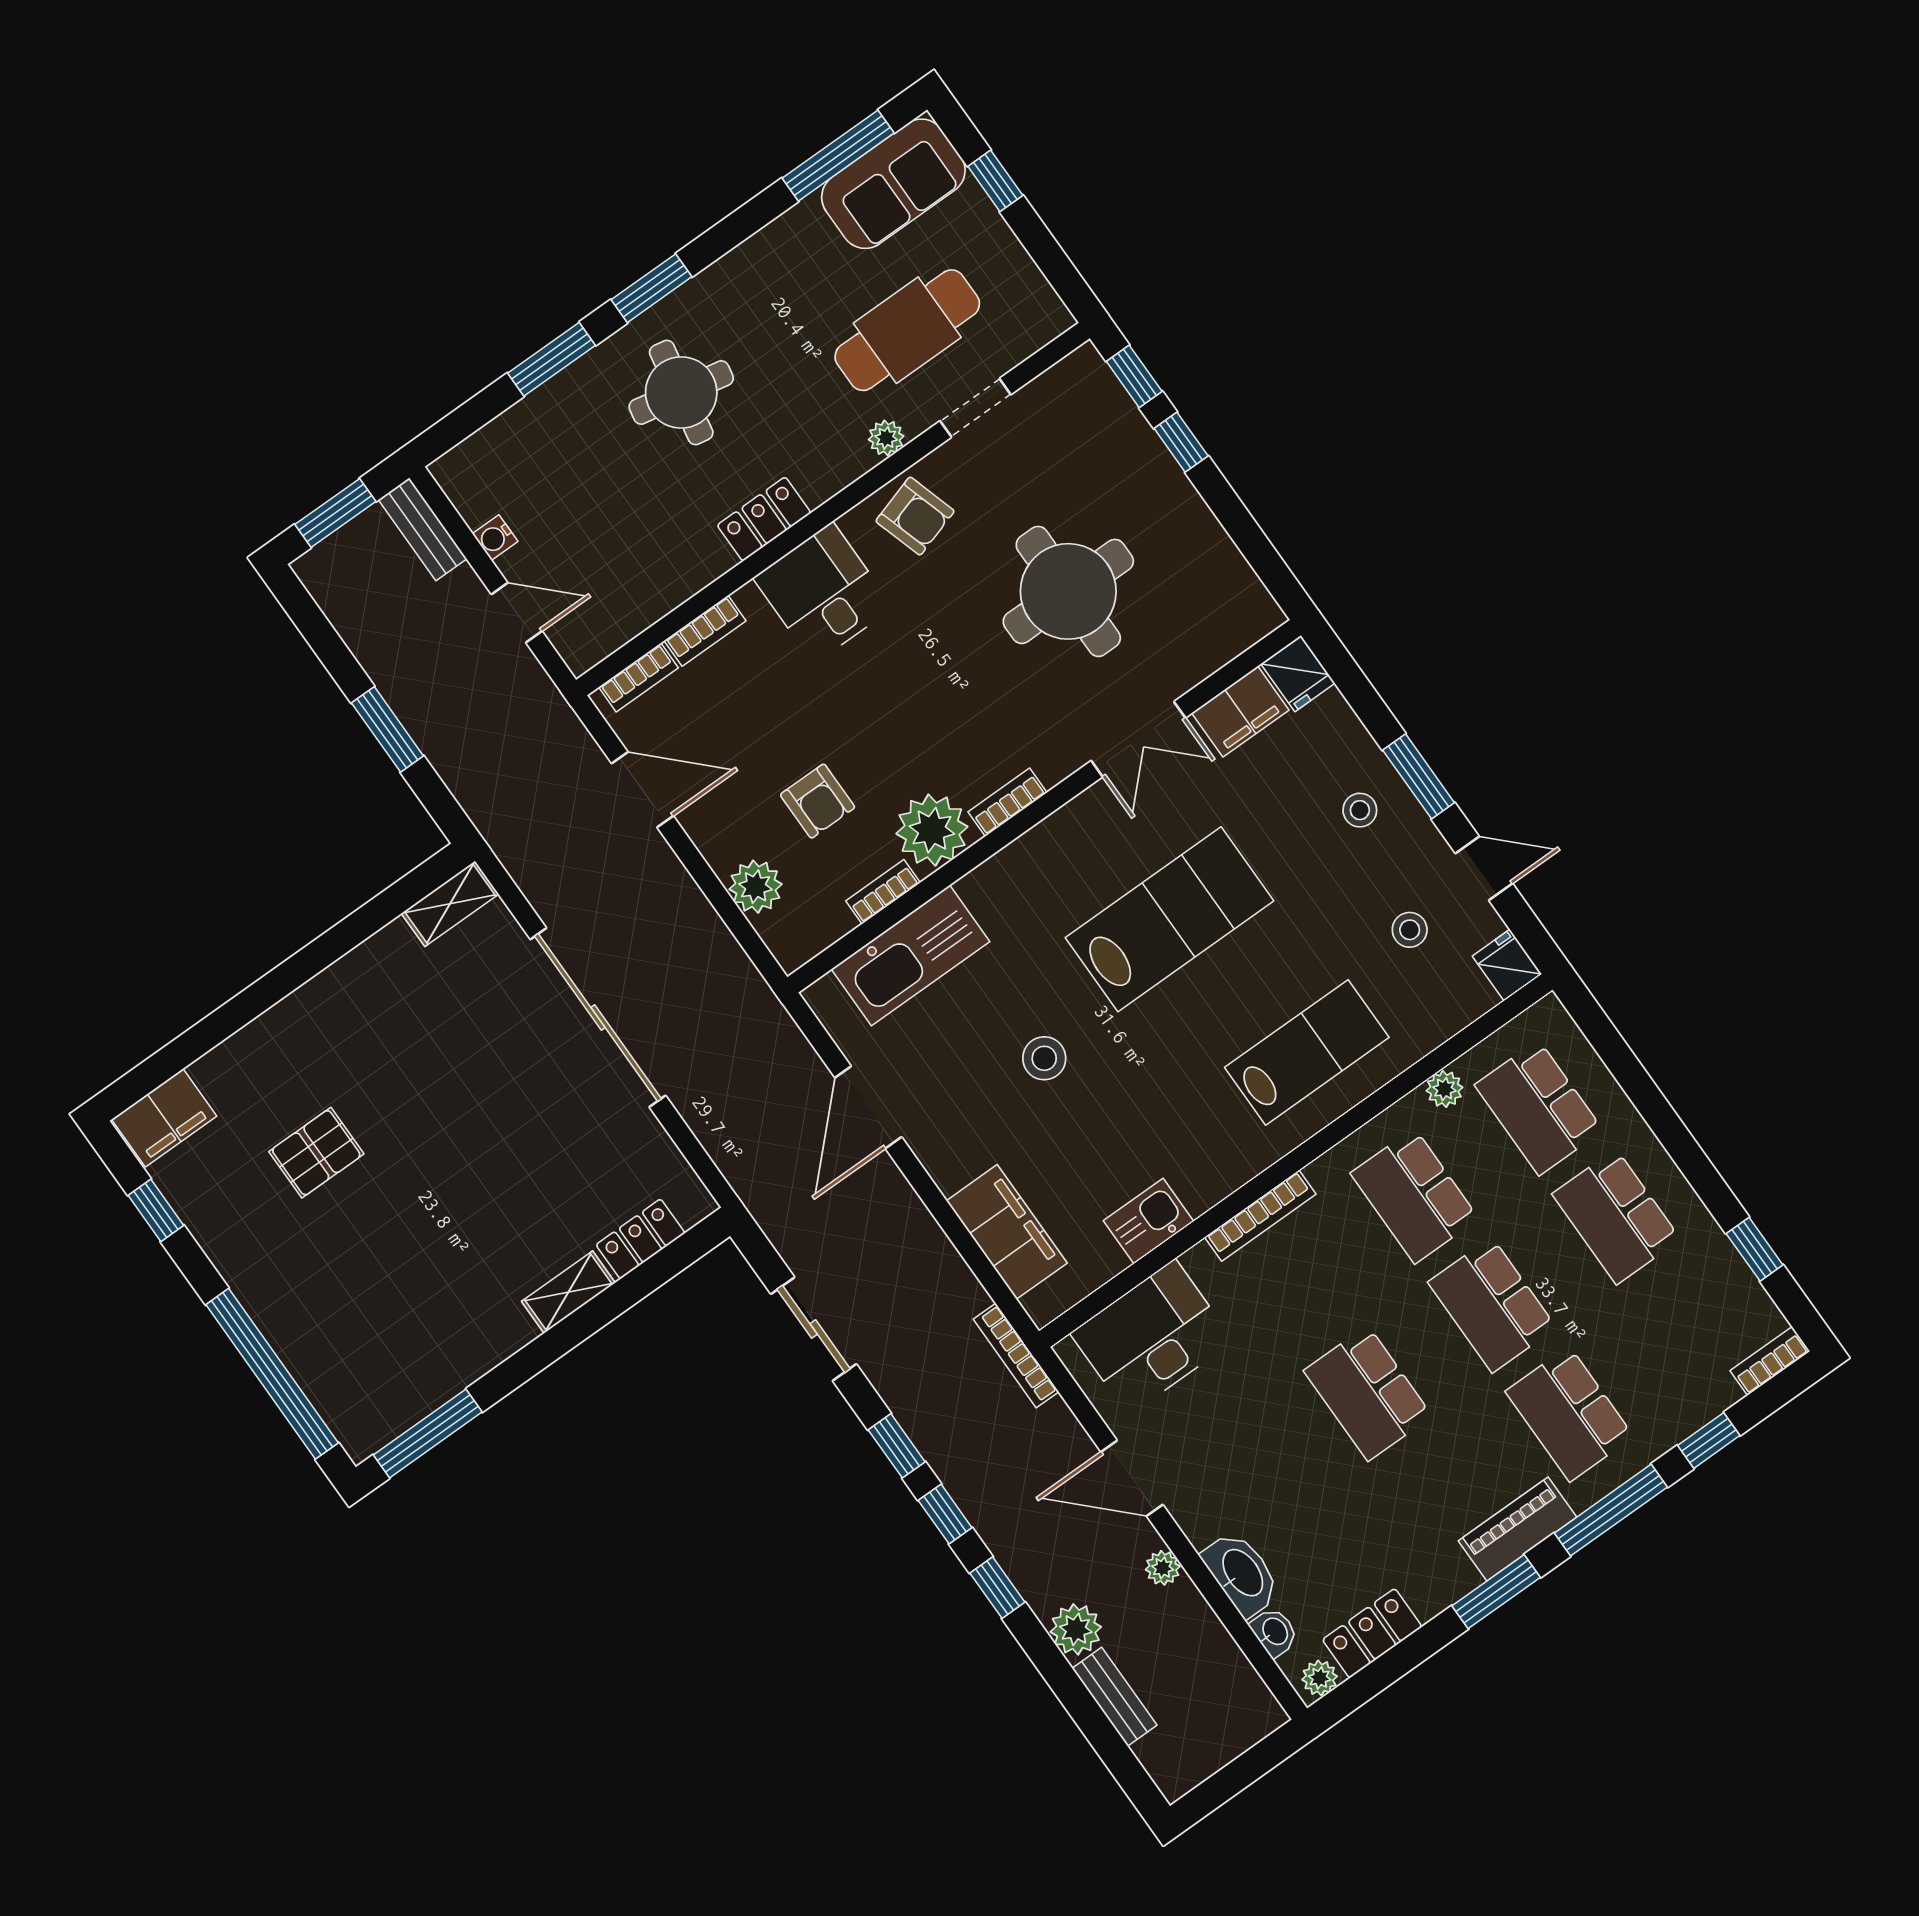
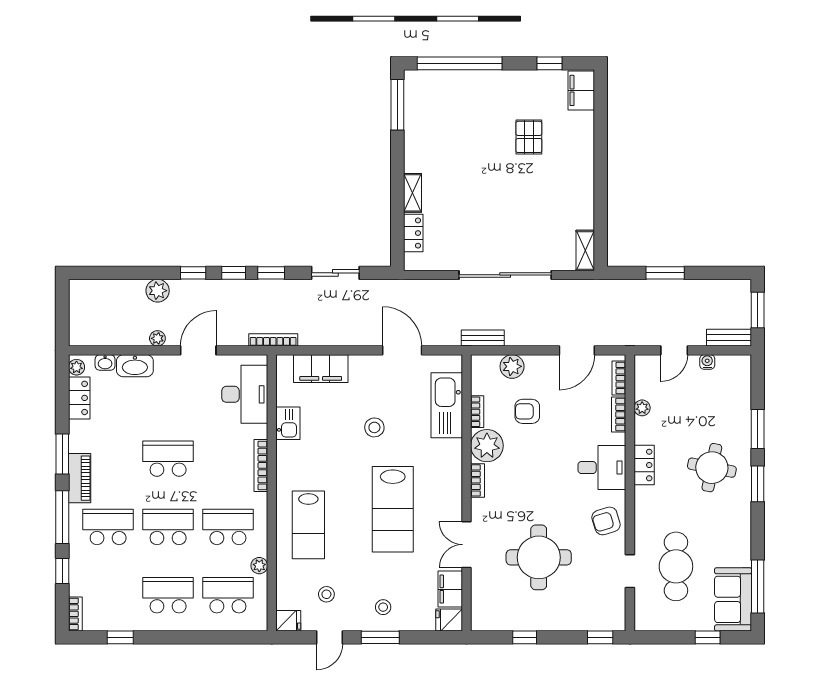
plant: (886, 438) -> (642, 408), moved
window: (1181, 442) -> (525, 637), moved
bench: (1114, 1697) -> (483, 338), moved

